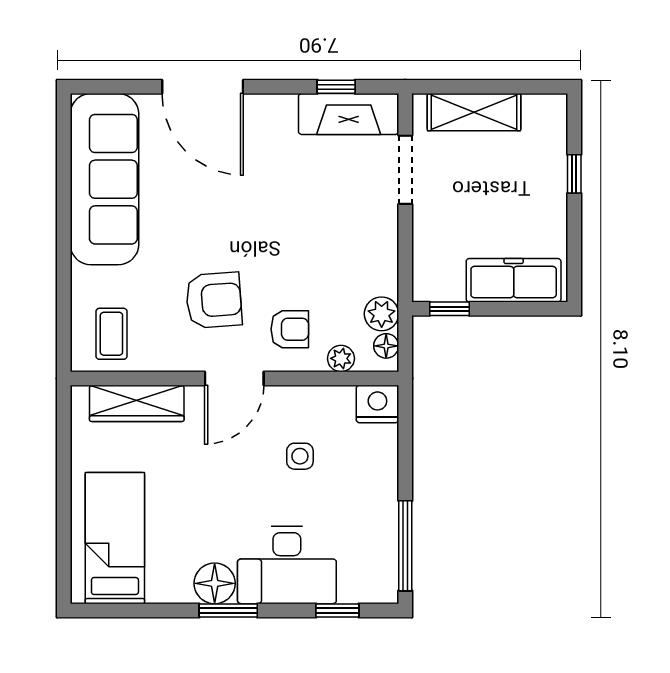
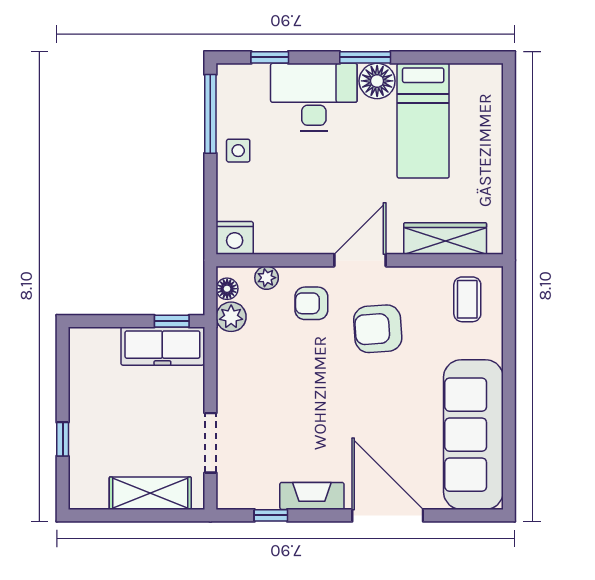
fireplace: (349, 114) -> (312, 496), moved, width x0.73, depth x0.76
freezer: (514, 280) -> (162, 346), moved
side table: (300, 456) -> (238, 151), moved
bed: (115, 538) -> (423, 121), moved

